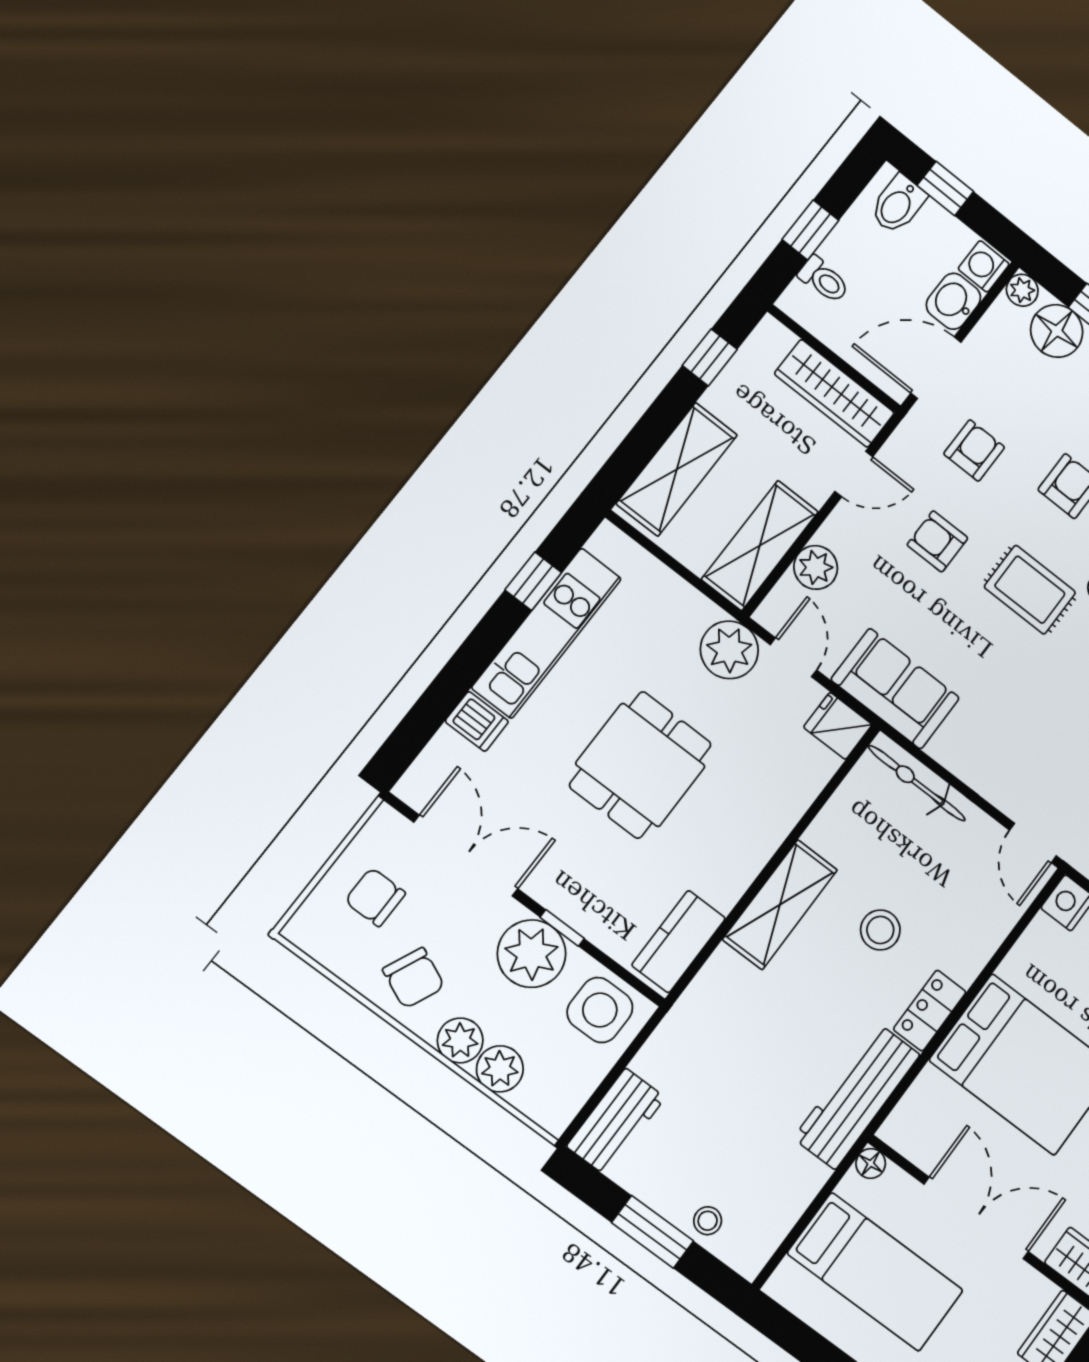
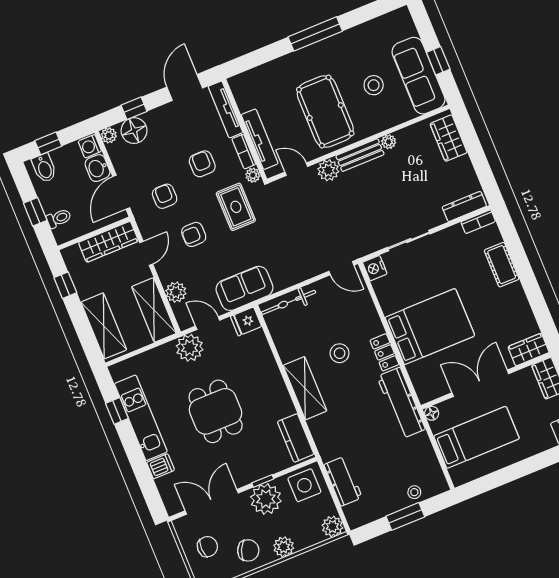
rug: (1030, 590) -> (236, 207), turned 90
chair: (375, 897) -> (207, 547), turned 180
plant: (500, 1069) -> (332, 526), moved
workbench: (616, 1122) -> (343, 481), moved

